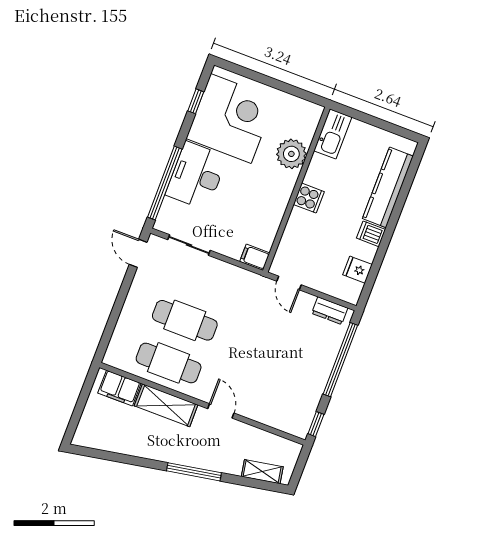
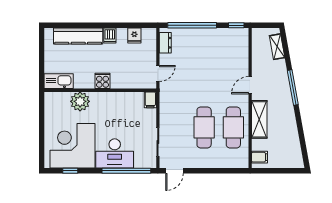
filing cabinet: (119, 388) -> (260, 157), width x0.50

